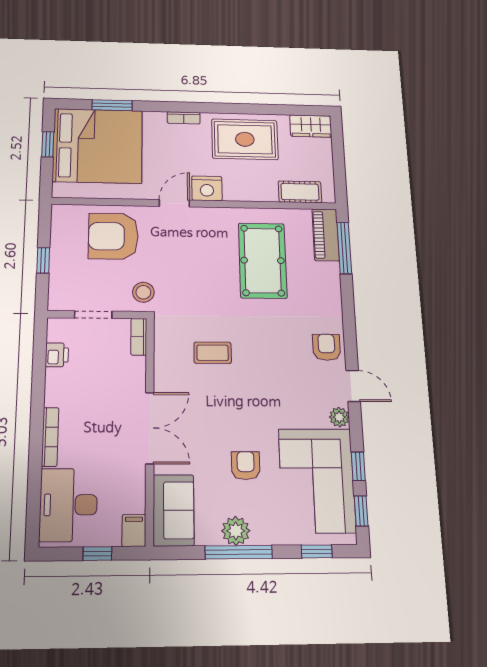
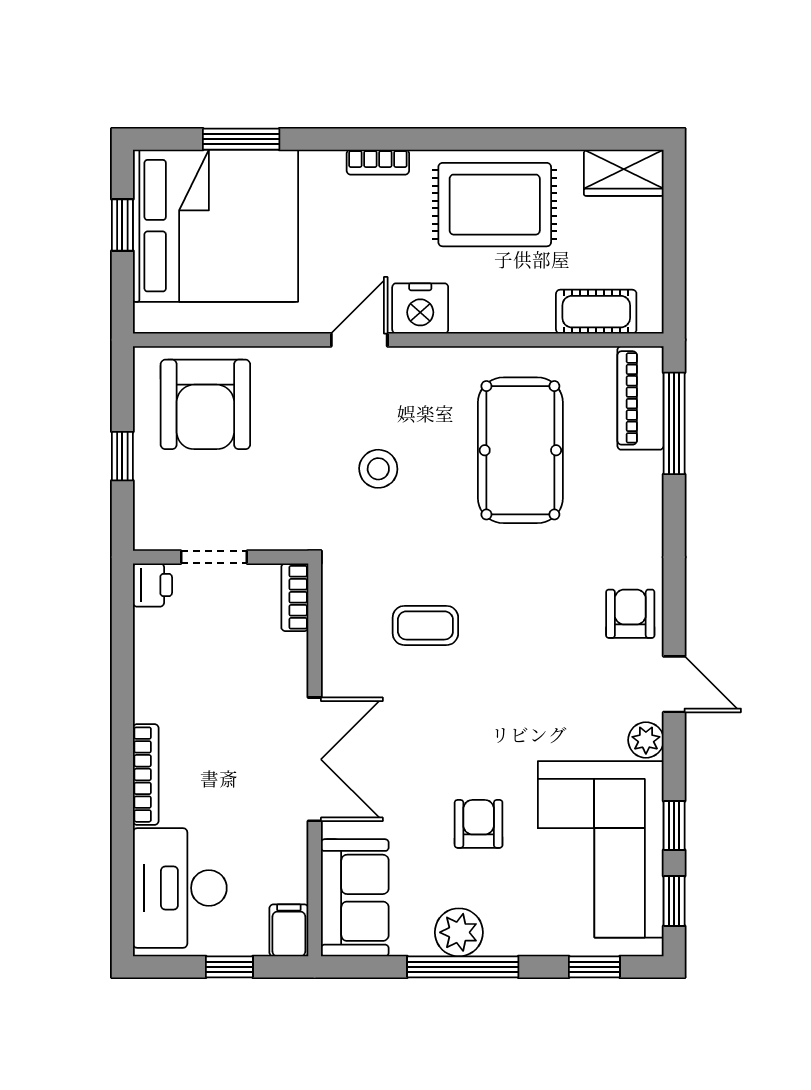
armchair: (113, 236) -> (205, 404), moved, turned -90
stool: (143, 292) -> (378, 469), moved
printer: (57, 355) -> (152, 585), moved

